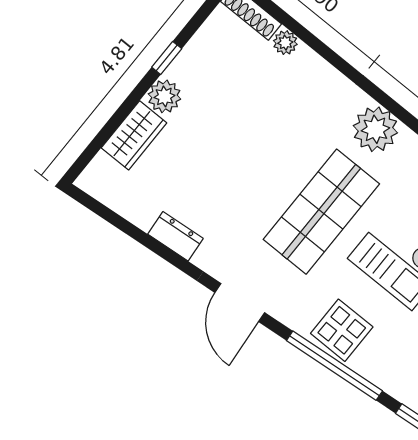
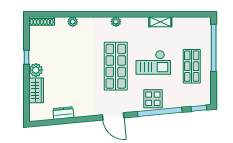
plant: (285, 43) -> (73, 22), moved
plant: (375, 129) -> (116, 22), width x0.53, depth x0.53
dresser: (176, 236) -> (63, 113), moved

